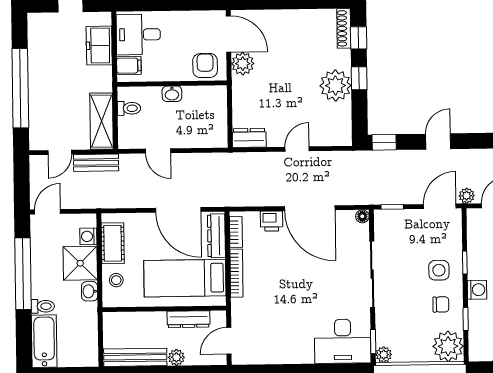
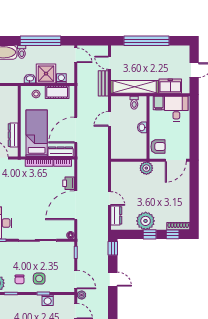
plant: (243, 64) -> (146, 168), moved
shelving: (102, 121) -> (135, 87), width x1.47
dresser: (249, 138) -> (116, 215), moved
washing machine: (477, 290) -> (48, 300), moved

